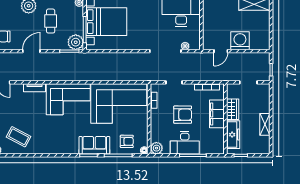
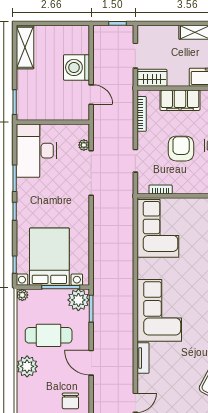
cafe table: (51, 21) -> (49, 335), width x1.37, depth x1.35
corner sofa: (119, 104) -> (158, 228), width x0.73, depth x0.74
wardrobe: (233, 109) -> (152, 78), moved

